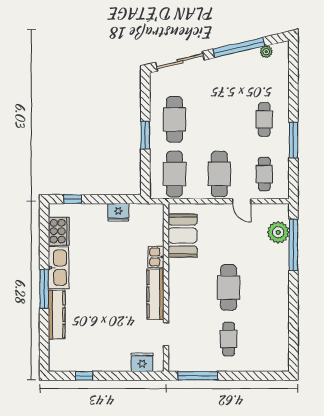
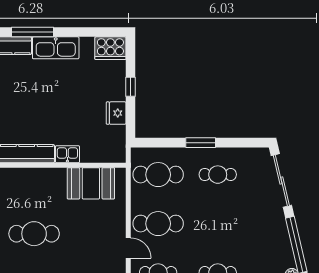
cafe table: (174, 119) -> (218, 175), width x0.73, depth x0.74
window: (73, 199) -> (131, 87), moved
door: (242, 201) -> (128, 248), swing flipped
cooker: (59, 231) -> (110, 48), moved

